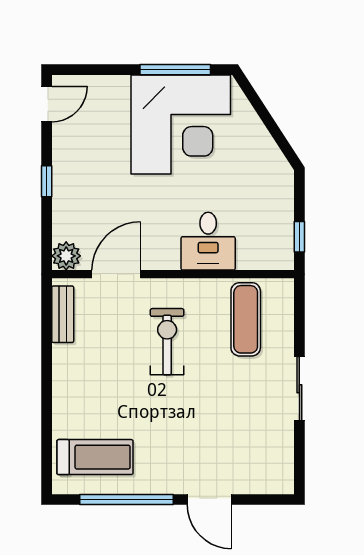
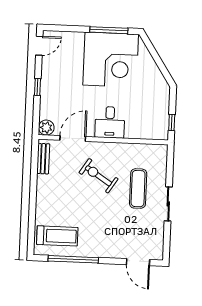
desk: (208, 241) -> (110, 122), moved
exercise mat: (246, 319) -> (138, 189), moved
exercise bike: (167, 342) -> (98, 176), turned -57
door: (209, 499) -> (138, 262), moved

